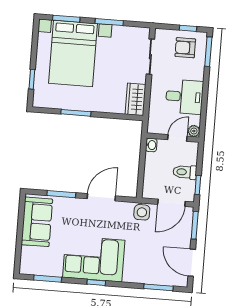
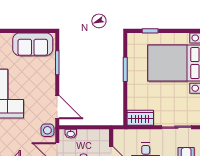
washbasin: (151, 145) -> (71, 134), moved
door: (101, 197) -> (57, 107), moved

